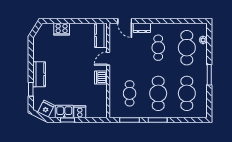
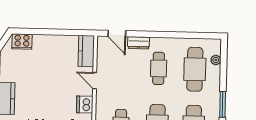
cooker: (62, 29) -> (22, 42), moved
door: (108, 59) -> (95, 81), hinge flipped

